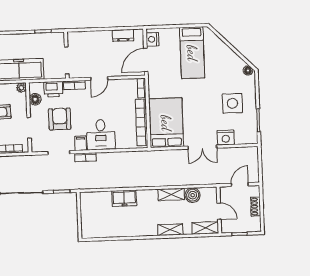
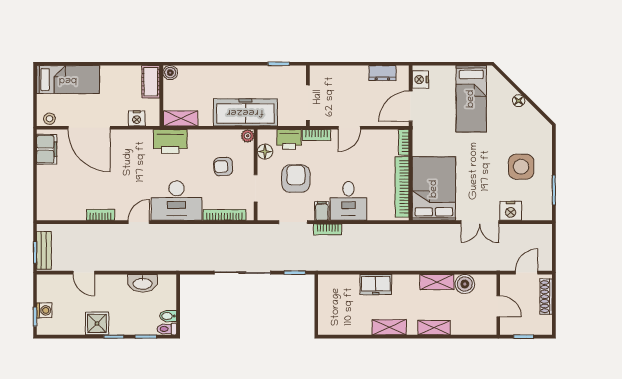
floor lamp: (248, 70) -> (519, 101), moved
shoe rack: (256, 207) -> (546, 297), width x1.43
shelving: (205, 228) -> (389, 327), moved

